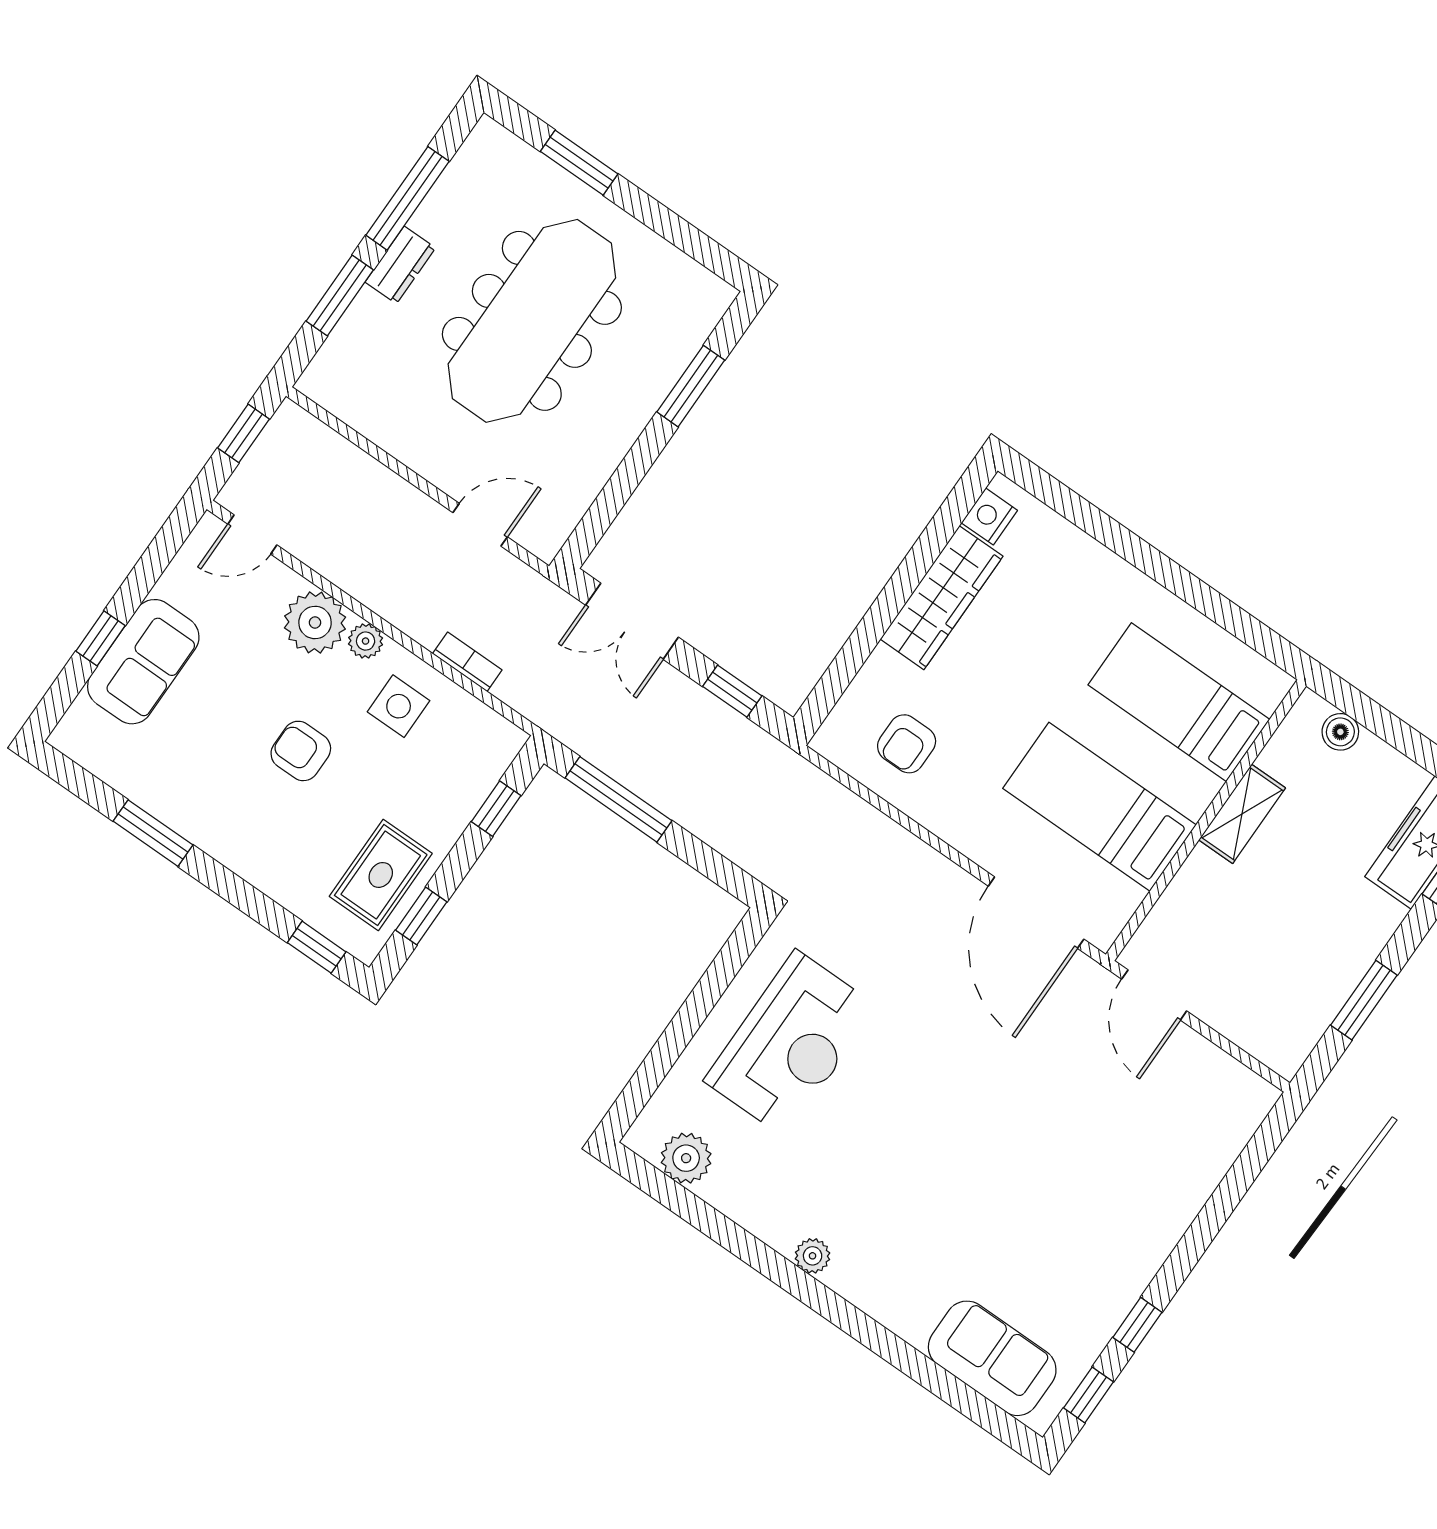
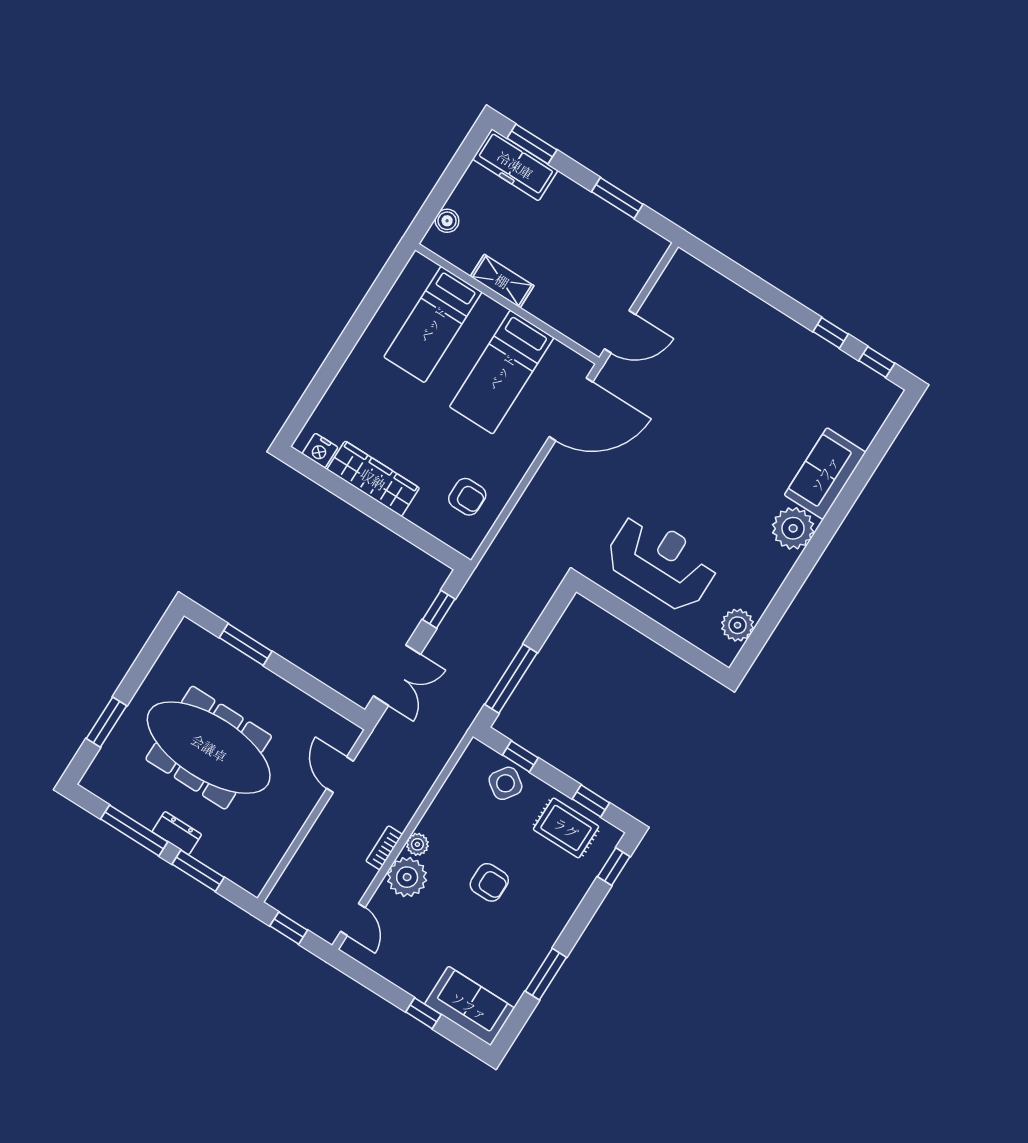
sofa: (143, 662) -> (469, 1006), moved
bookcase: (467, 662) -> (384, 848), moved
side table: (399, 706) -> (505, 783), moved, turned 35
armchair: (301, 751) -> (489, 882), turned -90
plant: (813, 1256) -> (793, 528), width x1.87, depth x1.87
sofa: (992, 1358) -> (825, 474), moved

